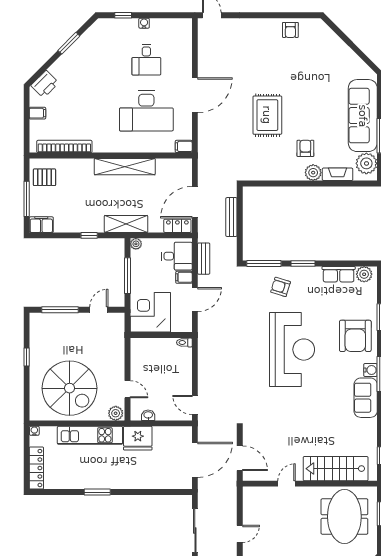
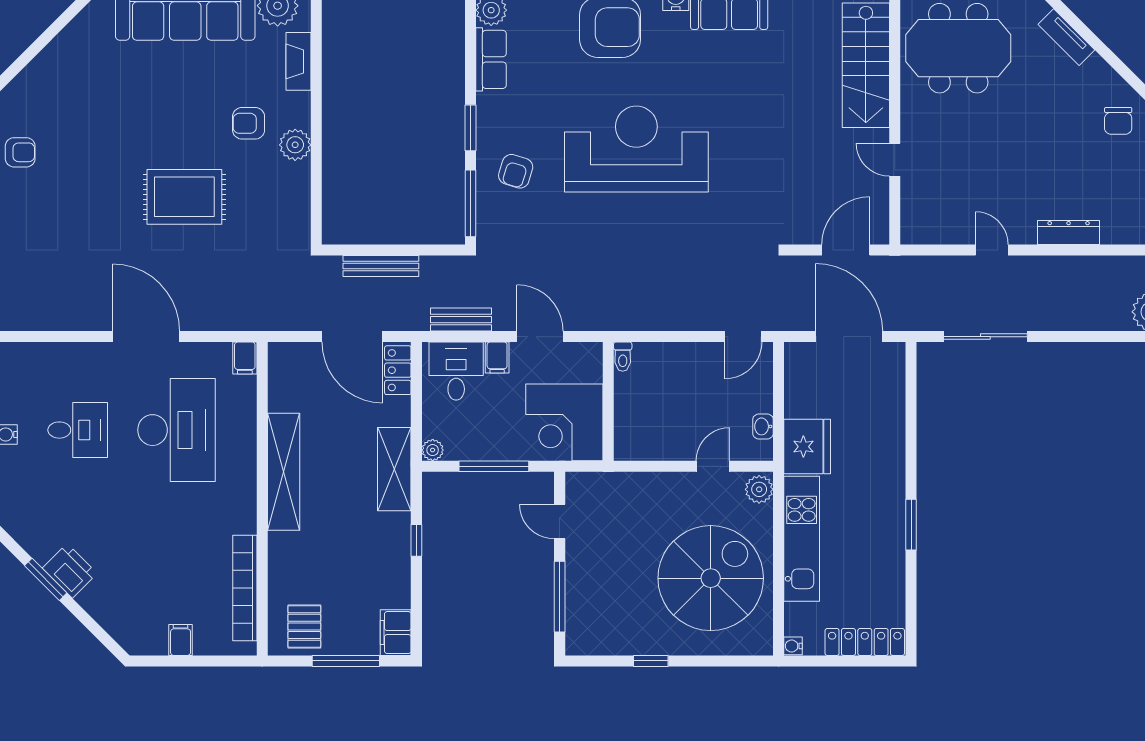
printer: (45, 84) -> (70, 571), moved
plant: (313, 173) -> (295, 145), moved

